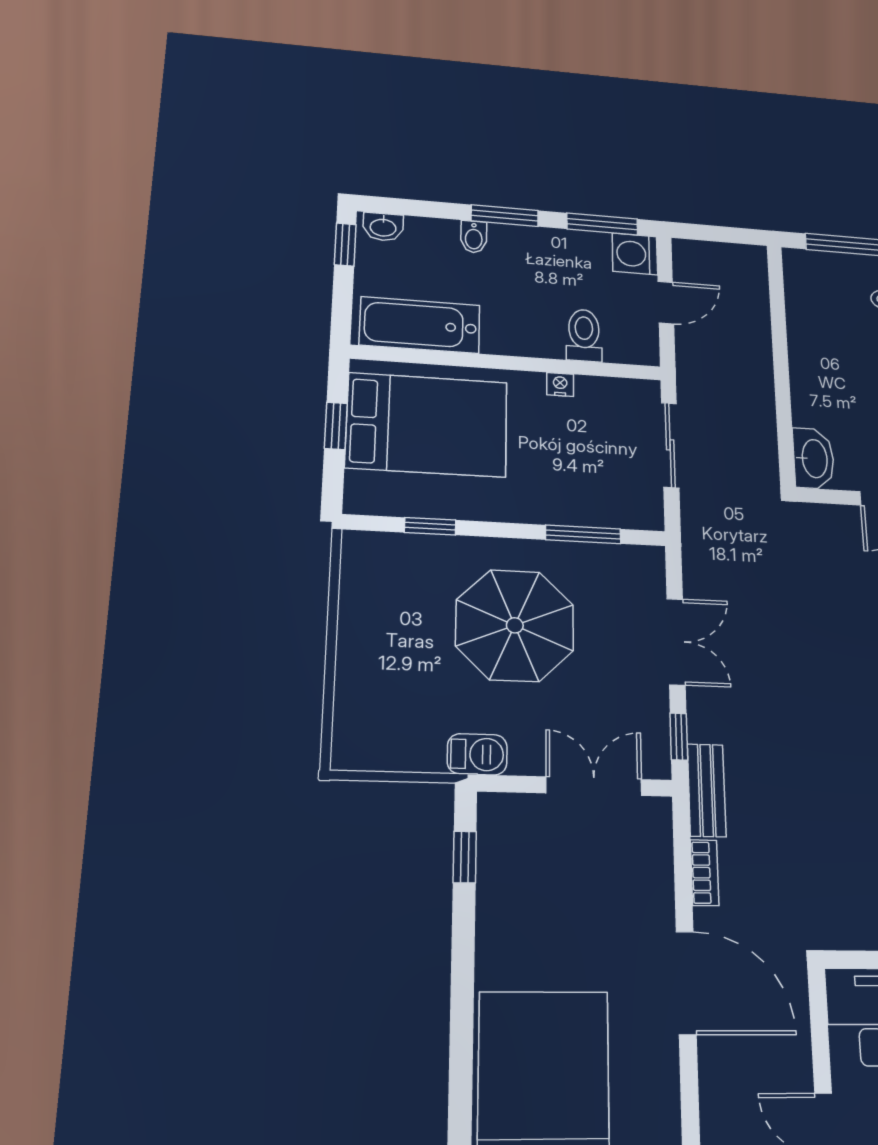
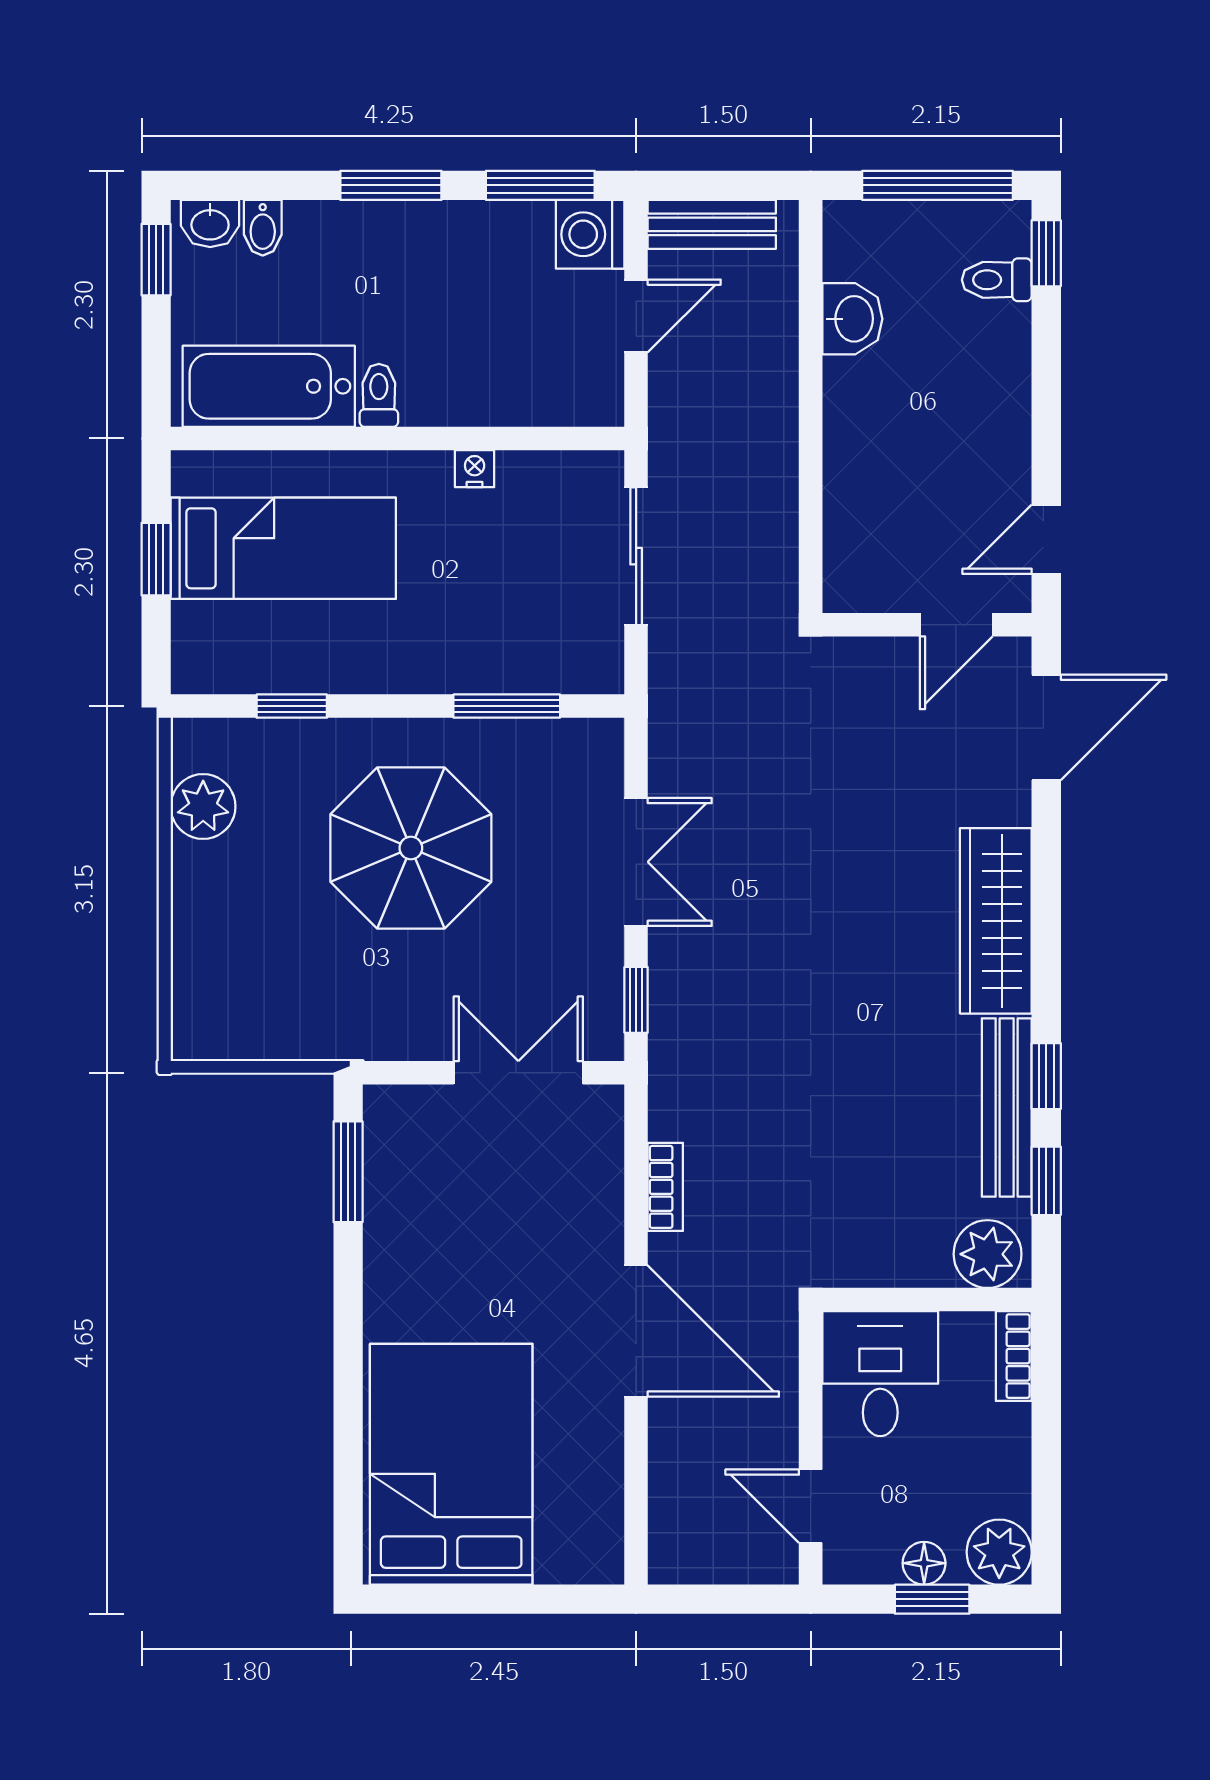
bidet: (474, 237) -> (263, 228), moved
toilet: (584, 335) -> (379, 395), moved, width x0.73, depth x0.72
bed: (427, 425) -> (283, 548), width x0.67
washbasin: (814, 458) -> (852, 319), moved, width x0.72
plant: (363, 590) -> (203, 807), added
barbecue: (477, 754) -> (362, 1033), removed
bench: (707, 790) -> (712, 224), moved, turned 90
window: (465, 857) -> (348, 1172), width x1.50

